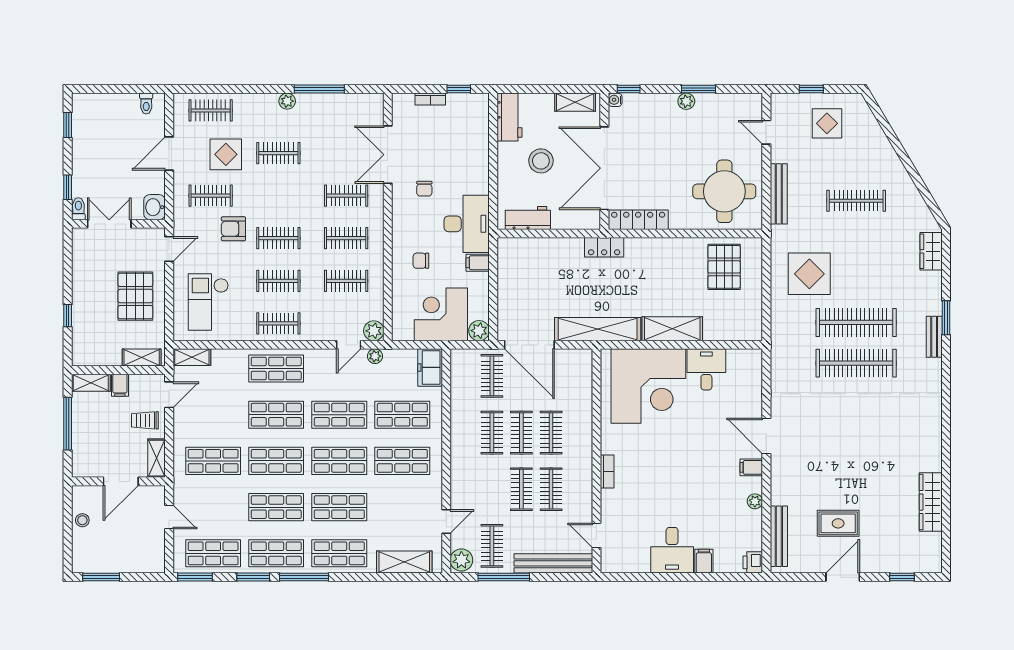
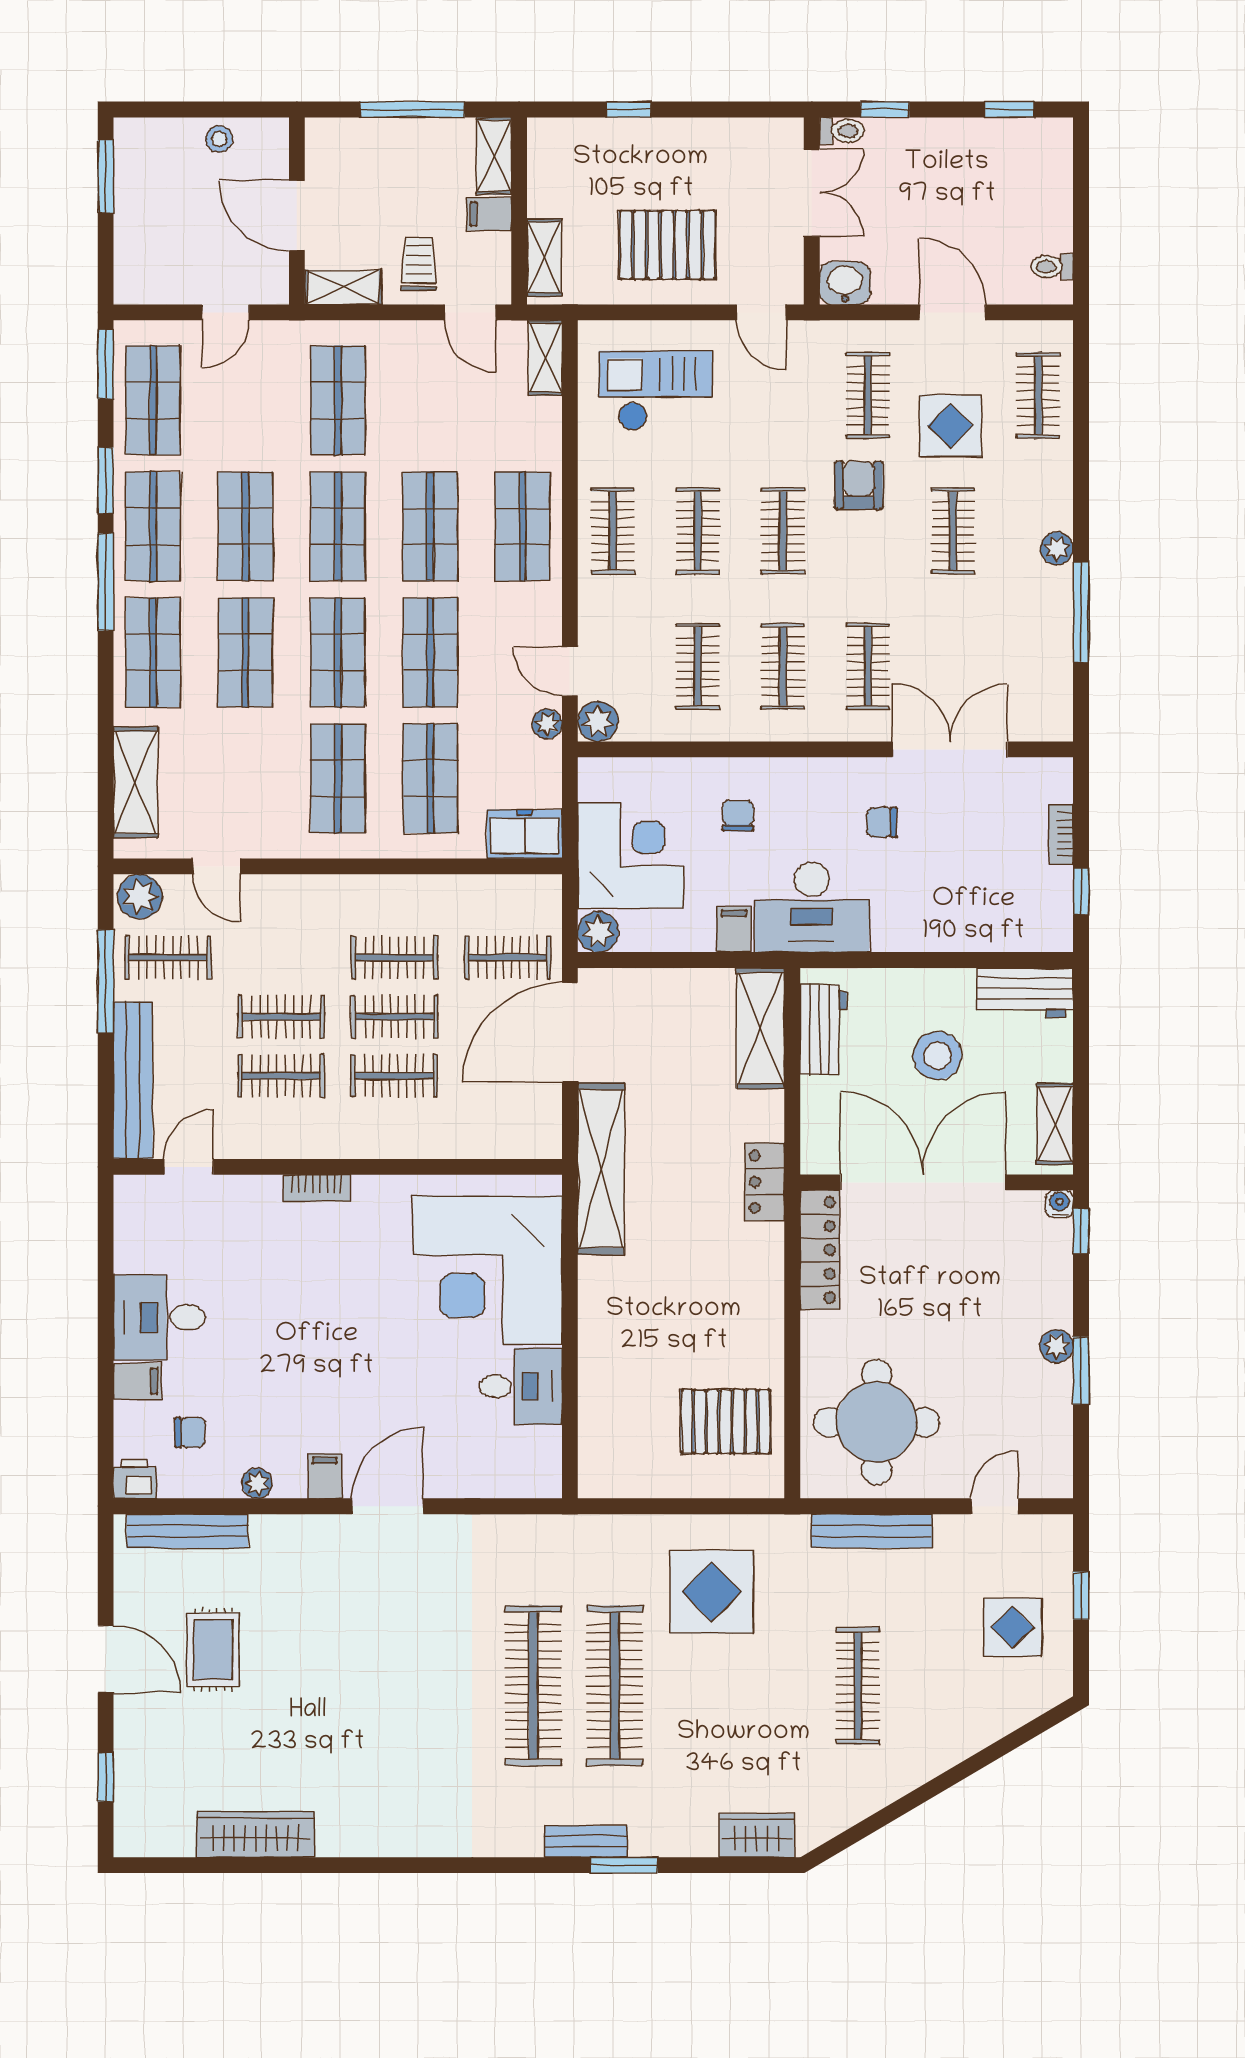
armchair: (233, 229) -> (859, 485), moved
shelving: (672, 329) -> (760, 1028), moved
chair: (729, 535) -> (190, 1432), added

